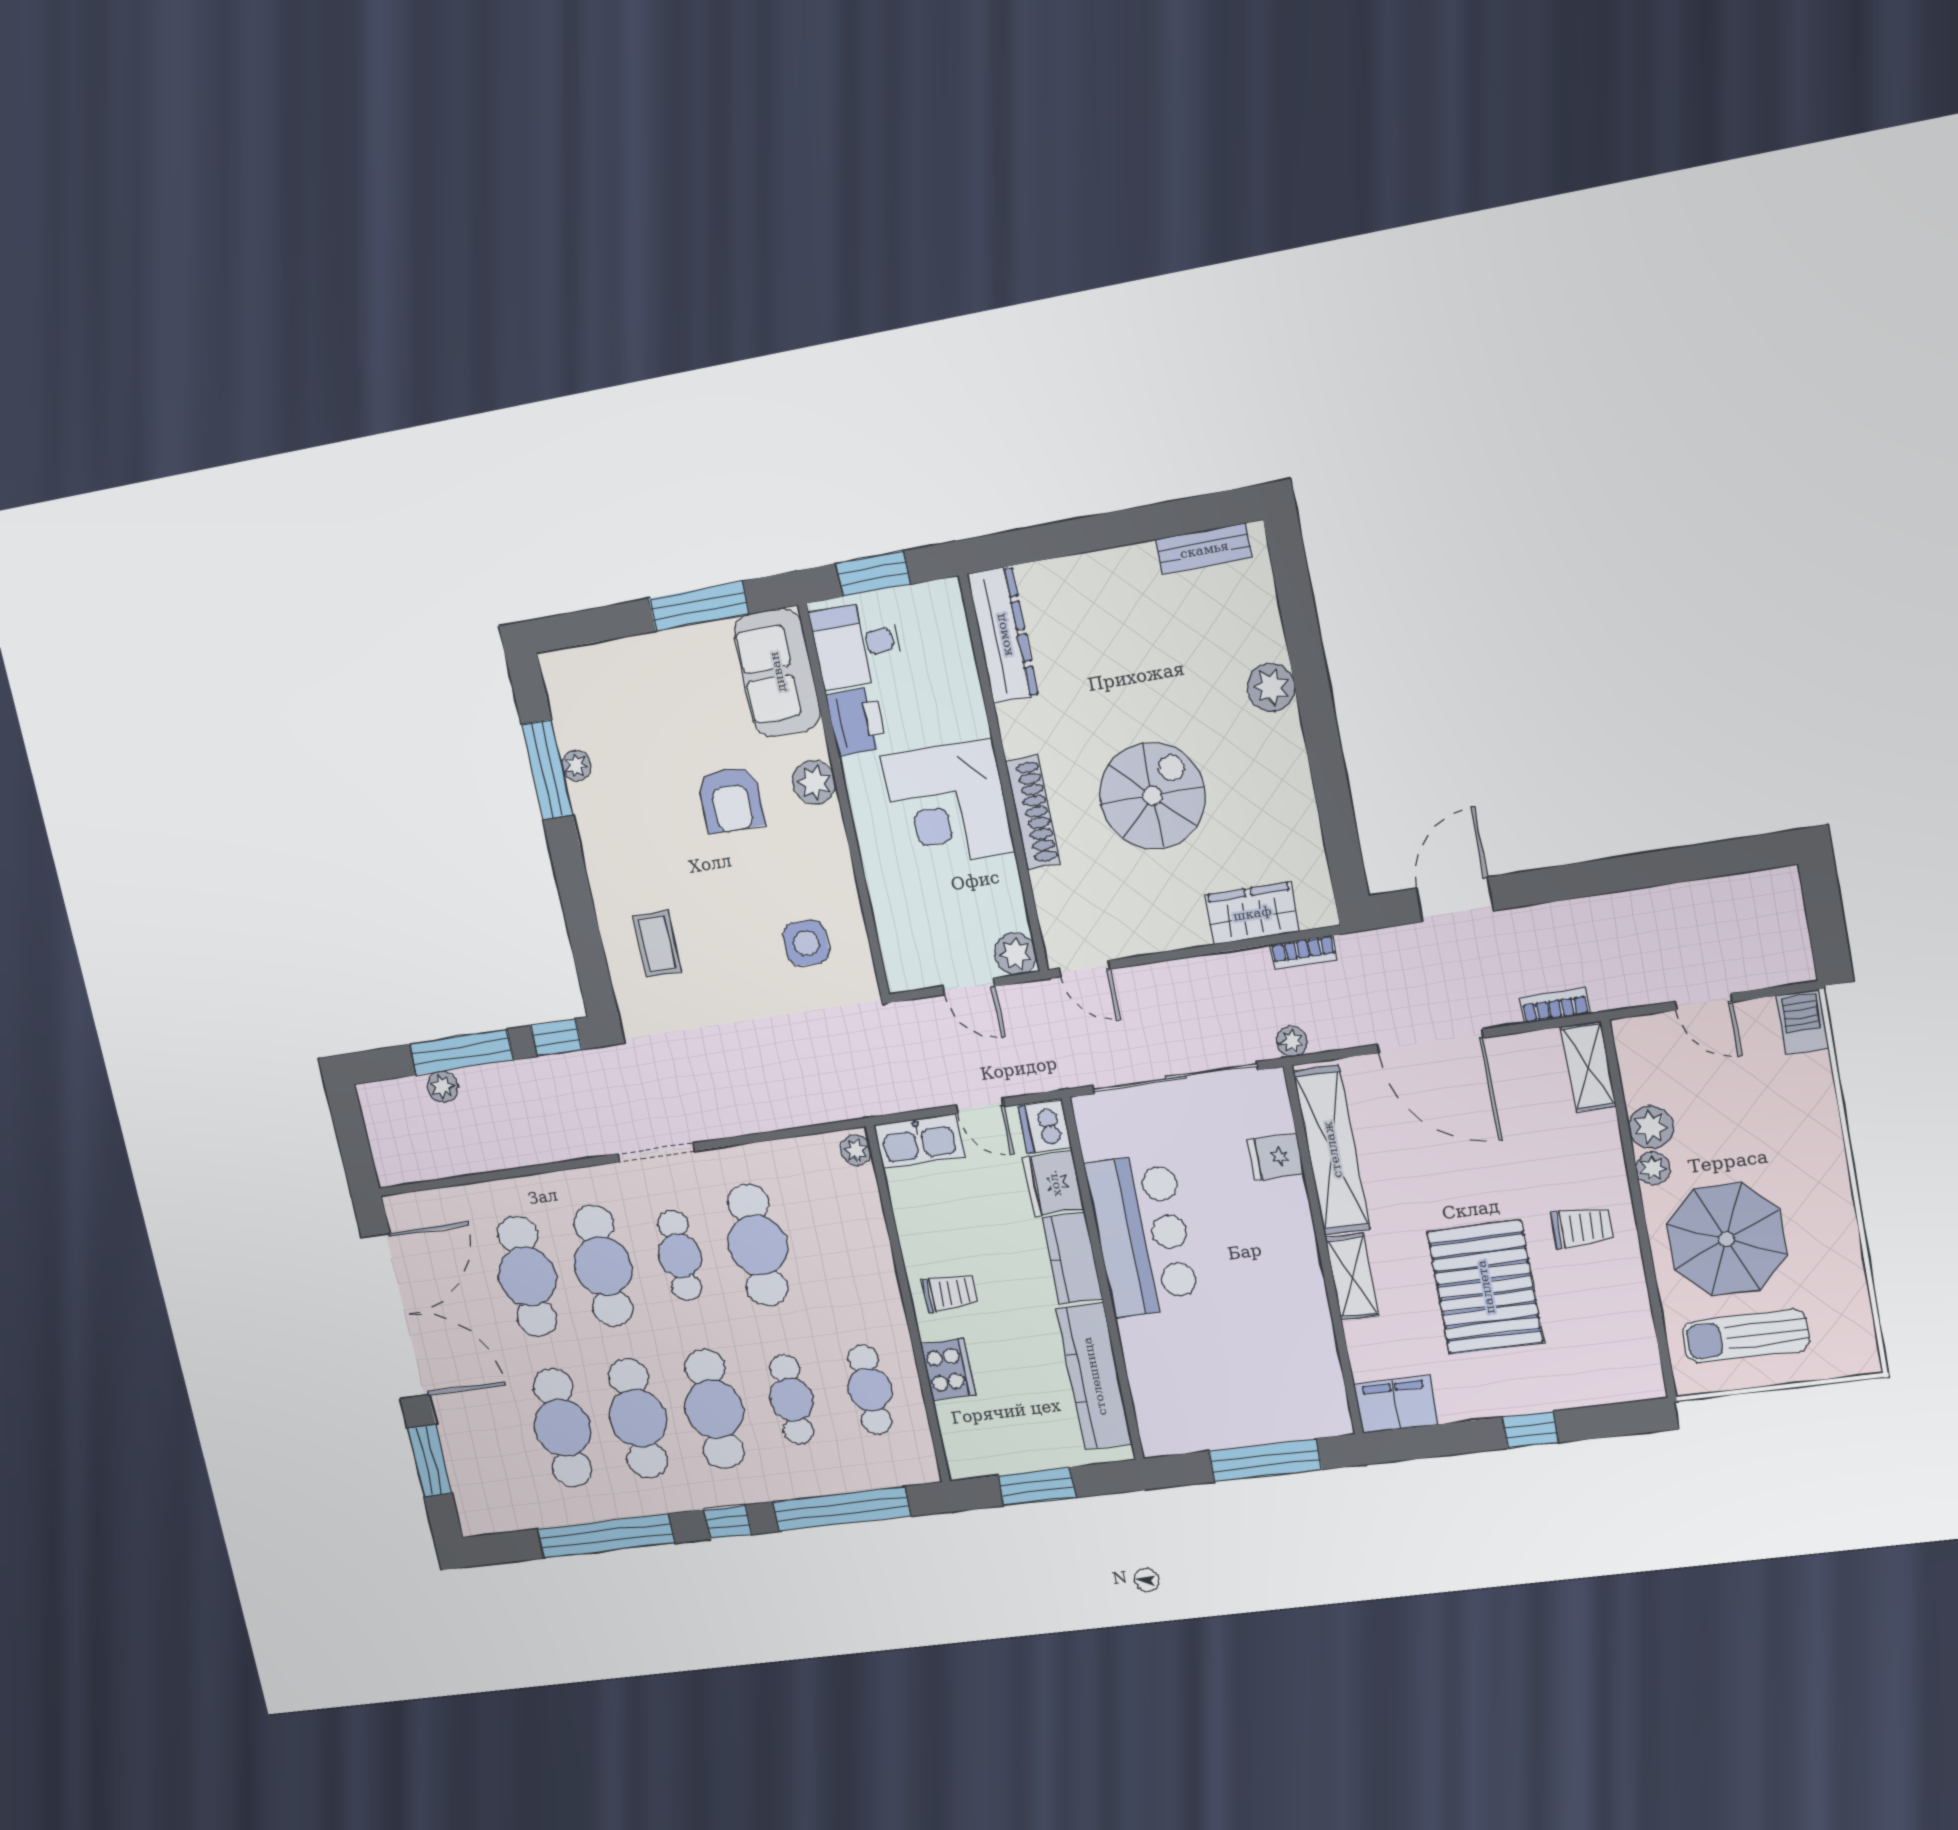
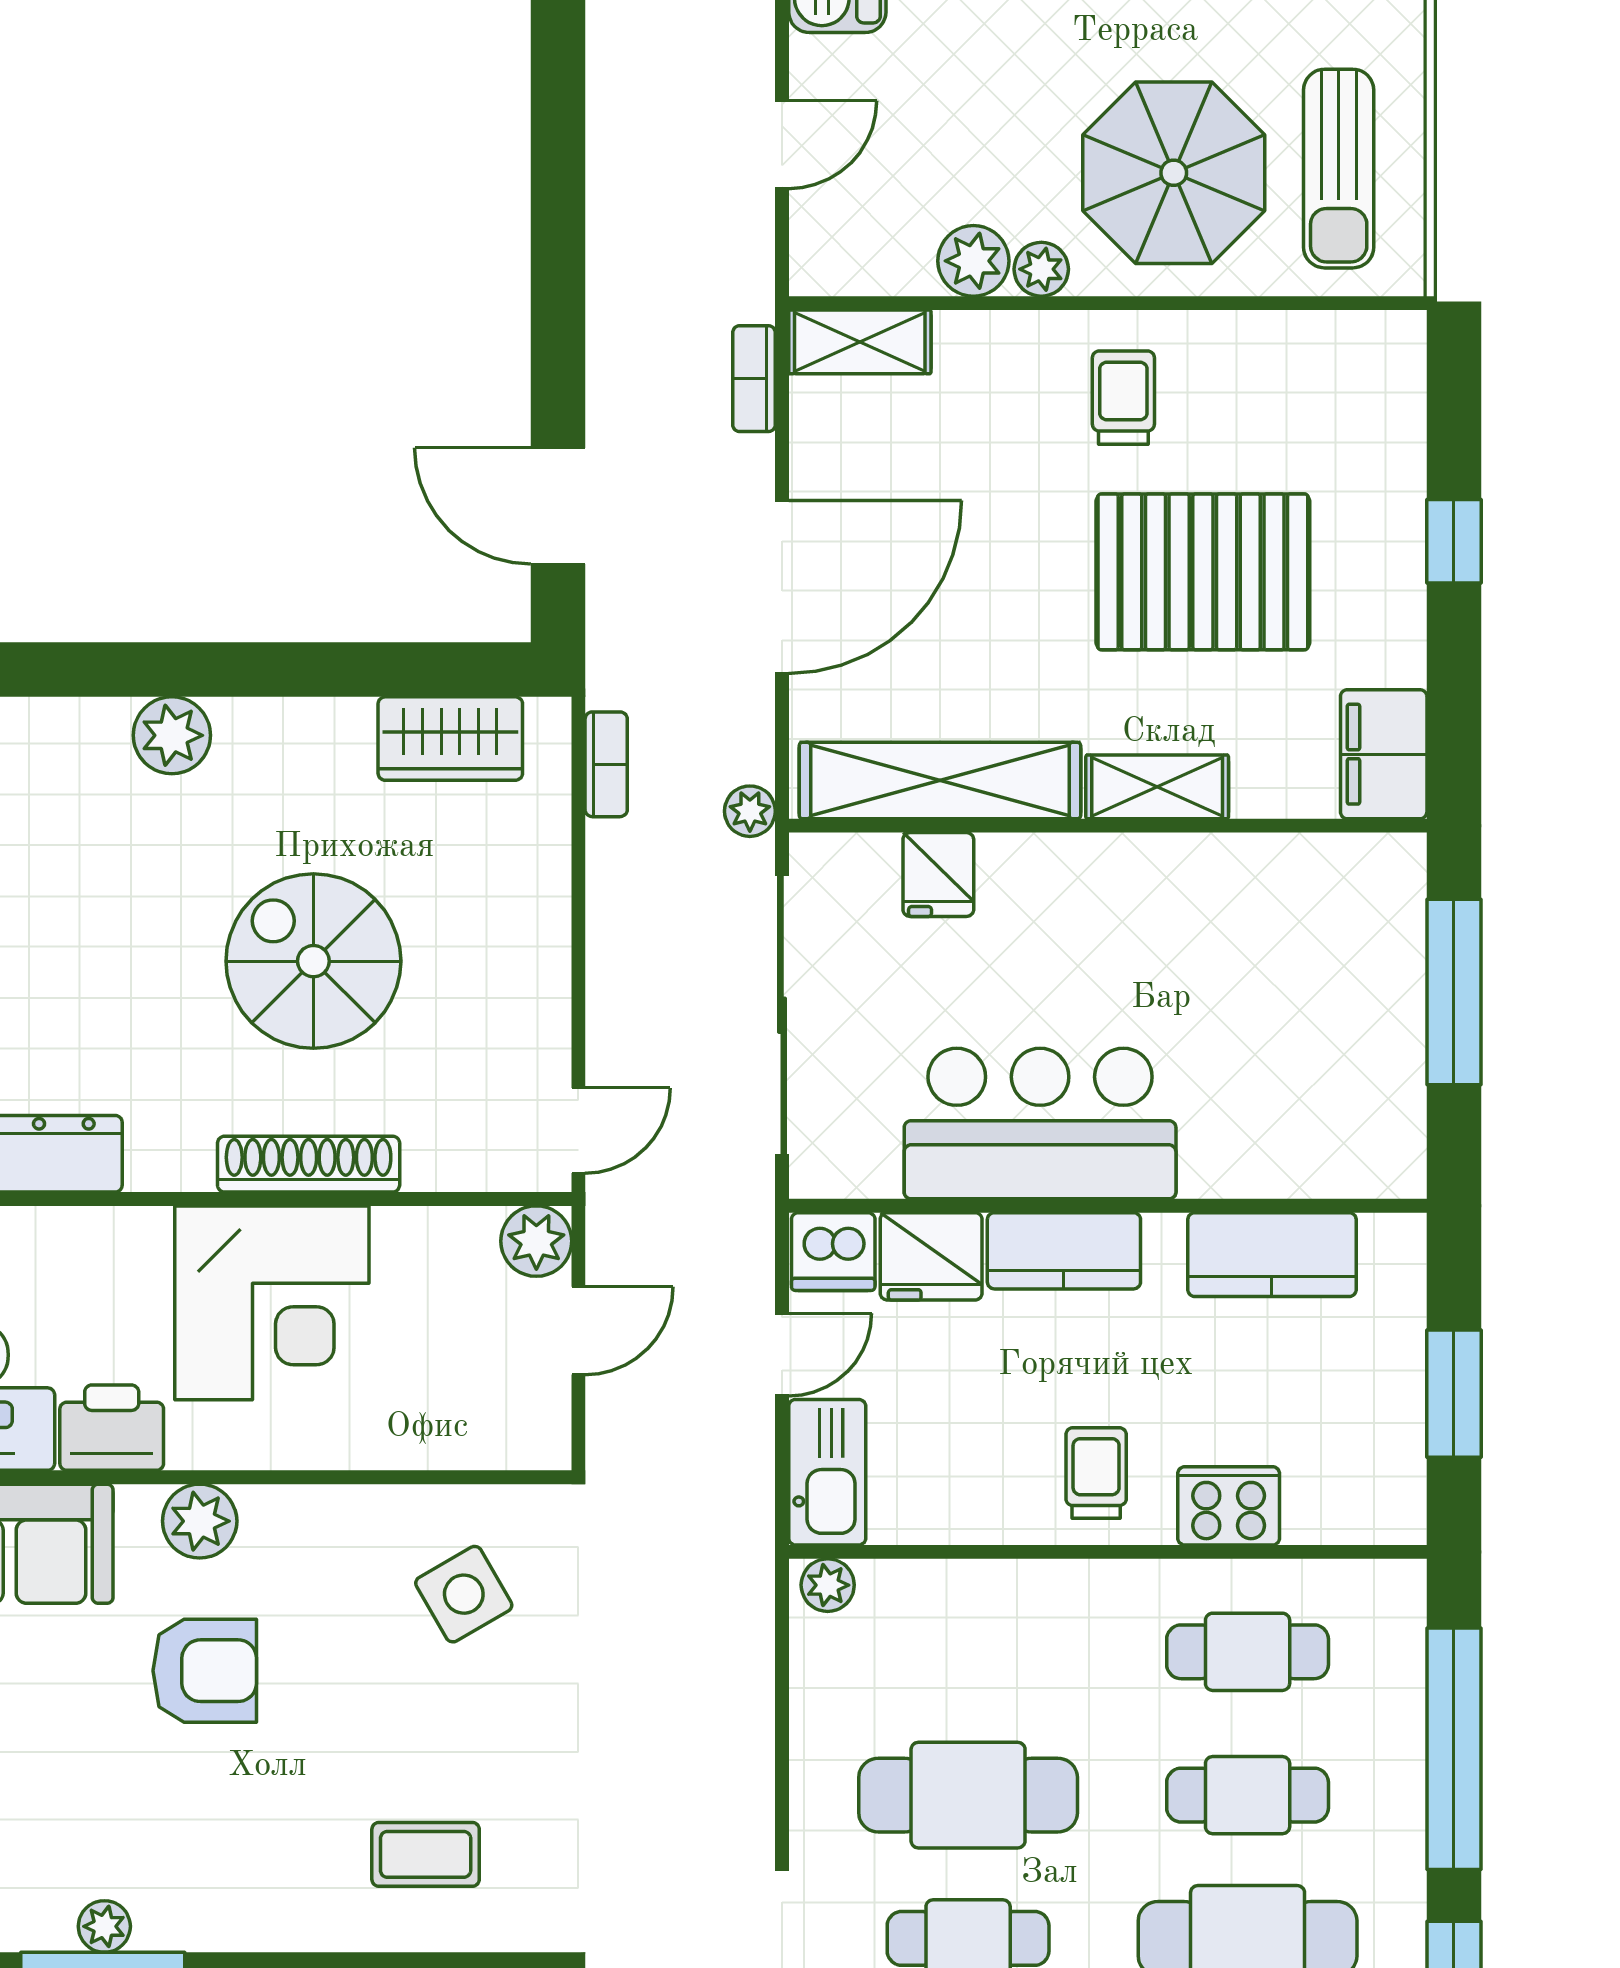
wardrobe: (1252, 913) -> (450, 739), moved, turned -90
side table: (806, 943) -> (464, 1594), turned -30
kitchen counter: (1094, 1376) -> (1272, 1255), width x0.67

